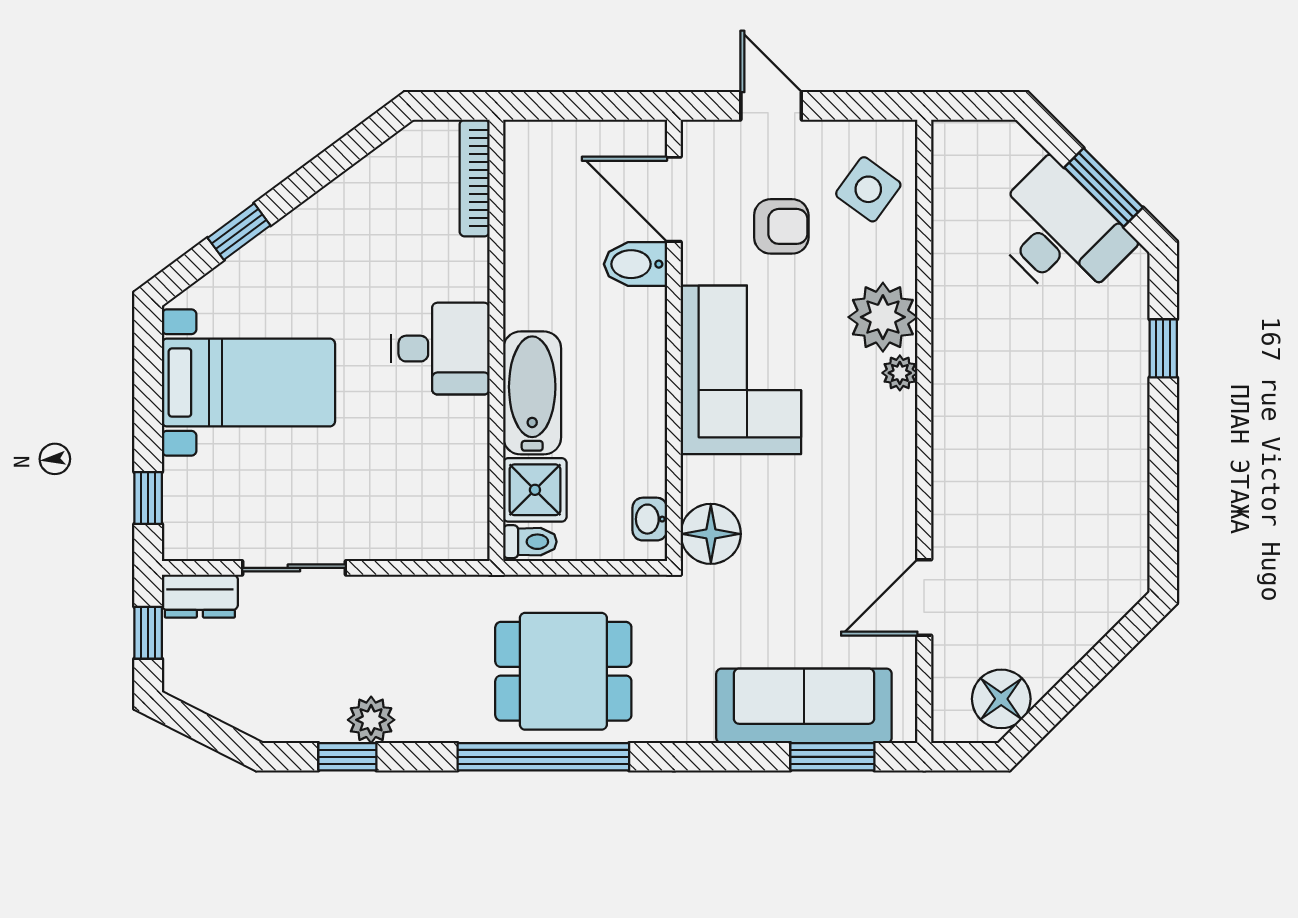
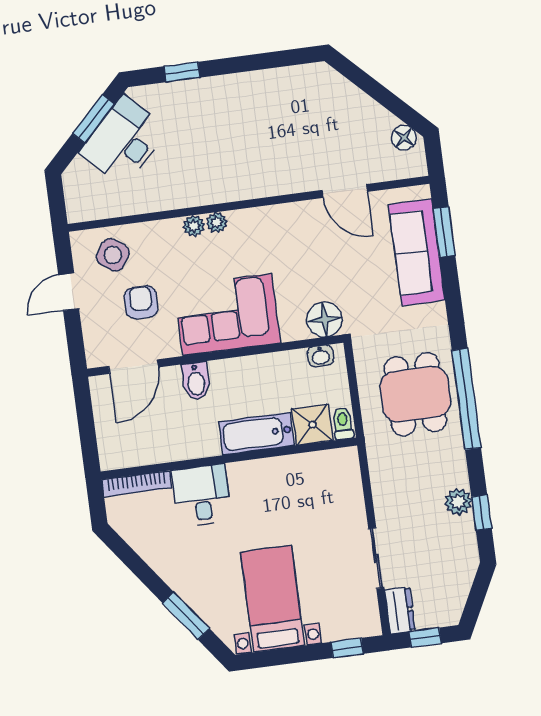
door: (771, 106) -> (69, 292), moved
window: (239, 232) -> (186, 616), width x1.50
bidet: (635, 264) -> (196, 381), moved
plant: (883, 317) -> (194, 226), width x0.53, depth x0.53
desk: (440, 349) -> (202, 495), moved
floor lamp: (1001, 699) -> (404, 138), width x0.73, depth x0.73

